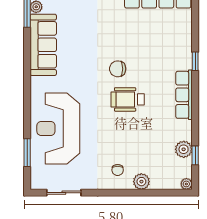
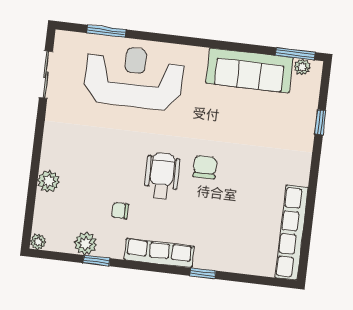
window: (195, 155) -> (97, 261), moved
chair: (118, 170) -> (120, 211), moved

